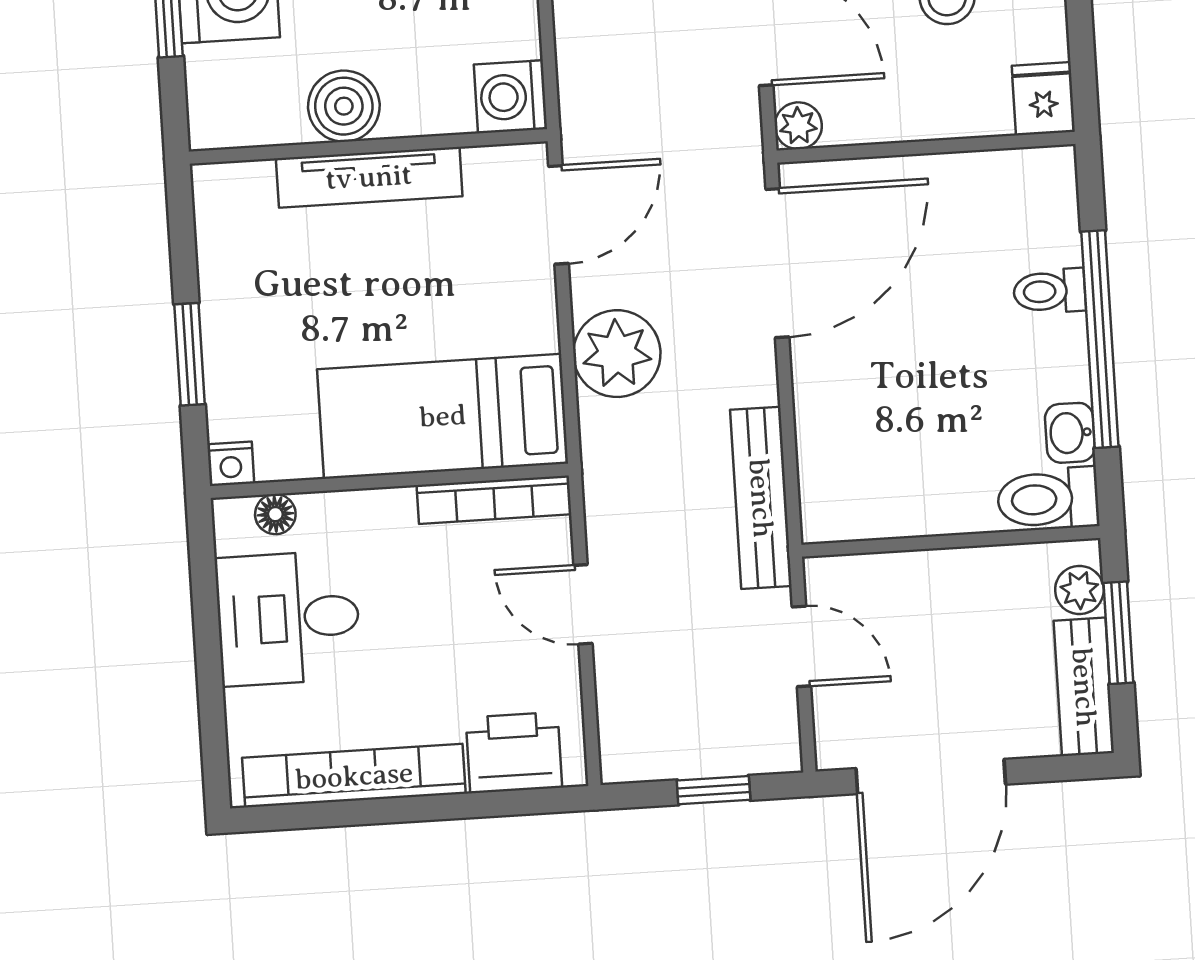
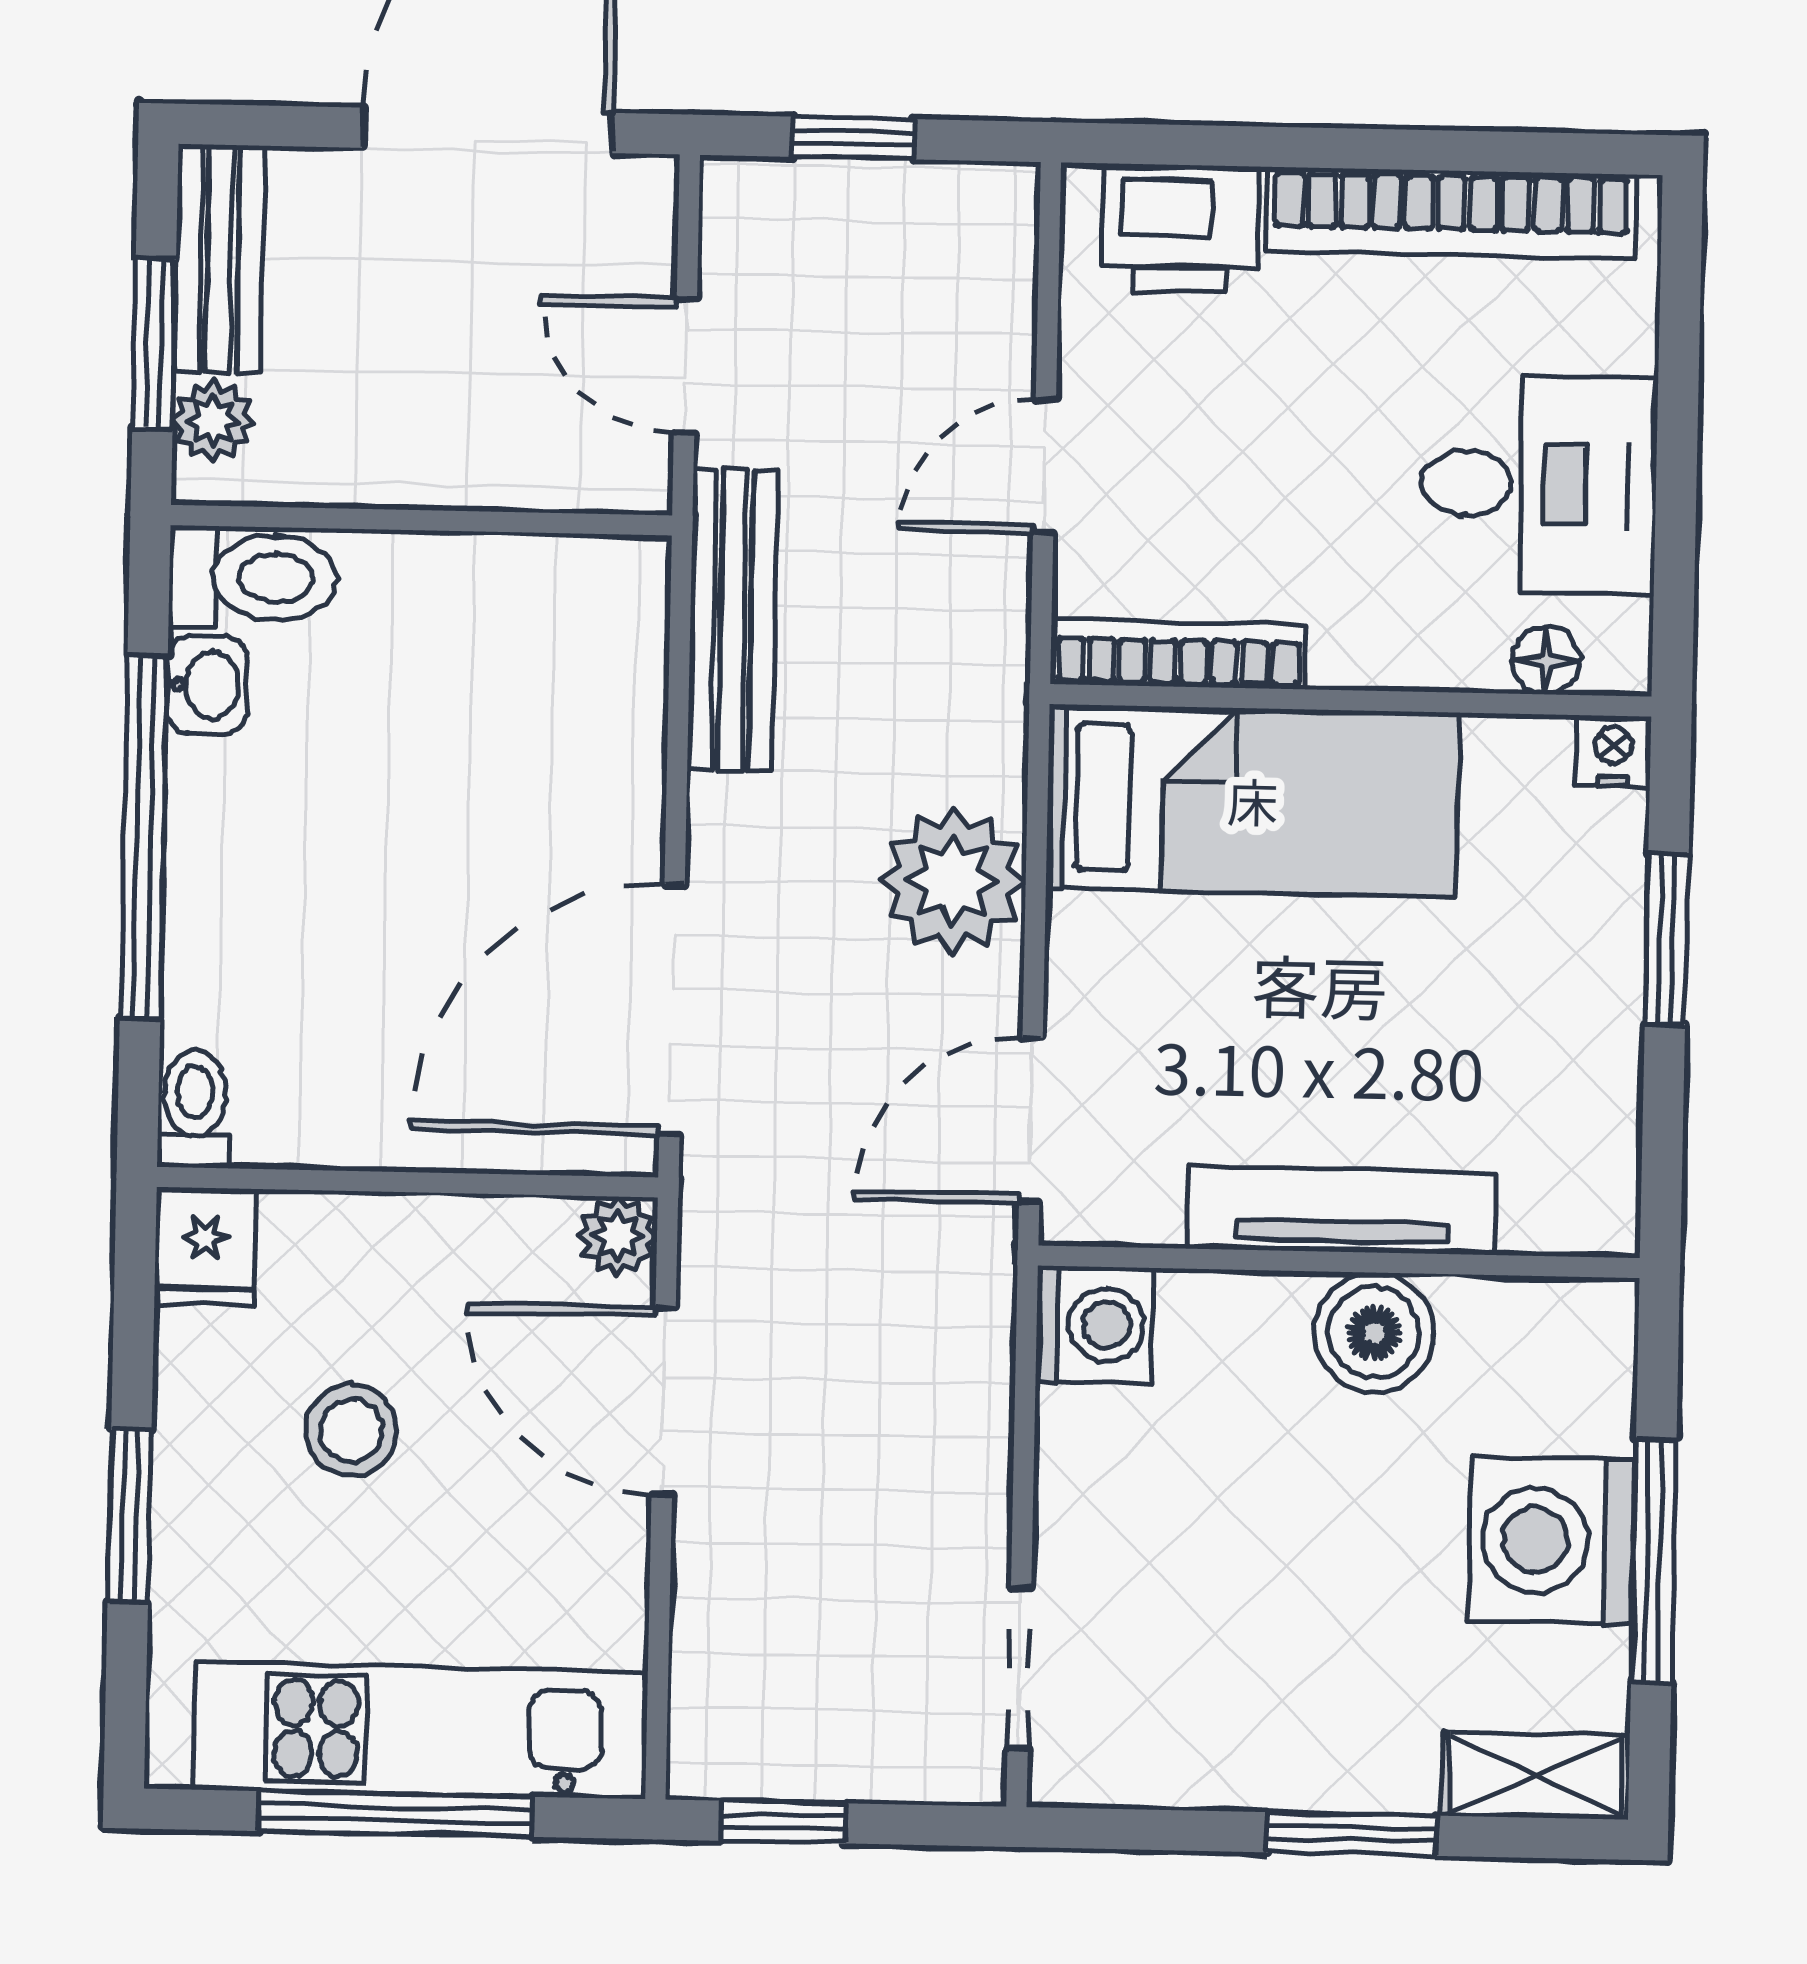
toilet: (1049, 291) -> (195, 1108), moved, turned -90
door: (583, 604) -> (1045, 467), swing flipped

